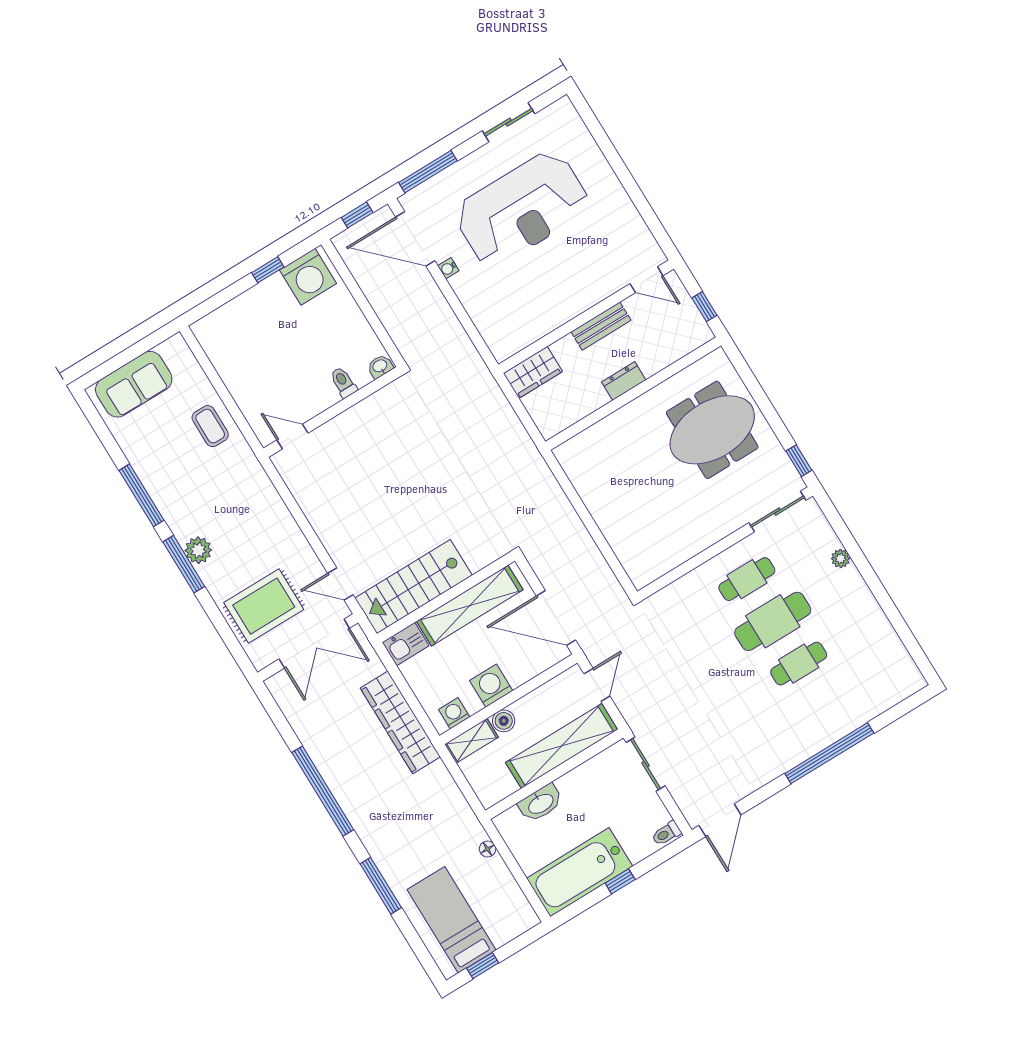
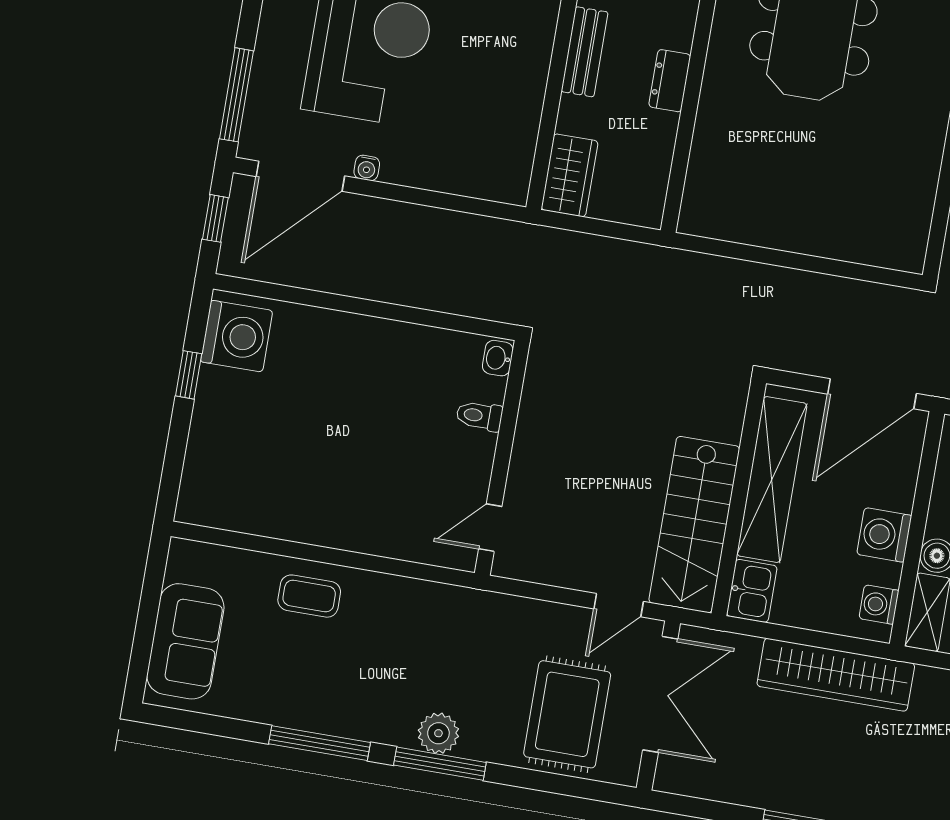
washbasin: (380, 366) -> (498, 358), moved
toilet: (343, 382) -> (479, 416), moved
wall: (332, 412) -> (502, 458), moved
door: (292, 436) -> (490, 528), moved

